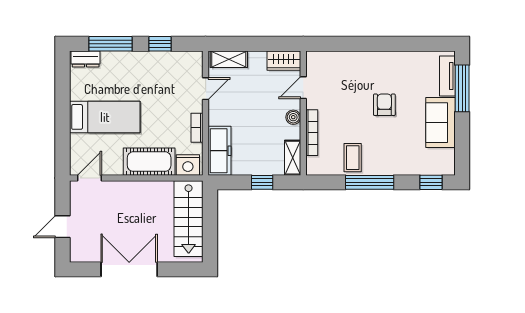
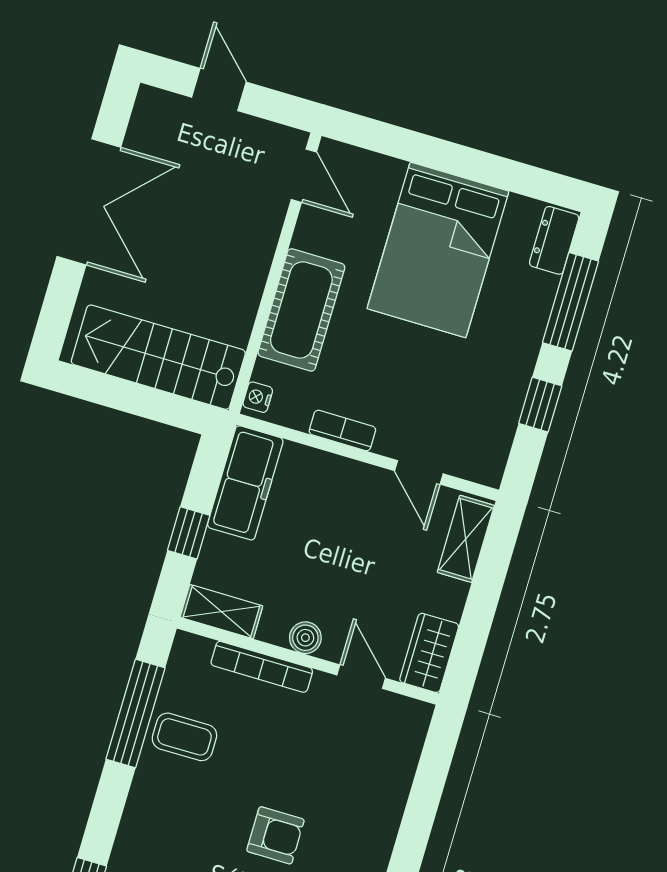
bed: (105, 117) -> (438, 250), width x1.50
freezer: (220, 151) -> (245, 483), moved, turned -90
nightstand: (188, 165) -> (258, 397), width x0.53, depth x0.56
window: (370, 182) -> (135, 713), moved

